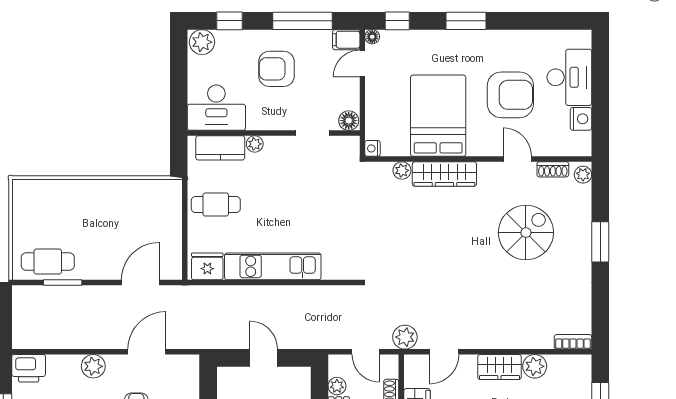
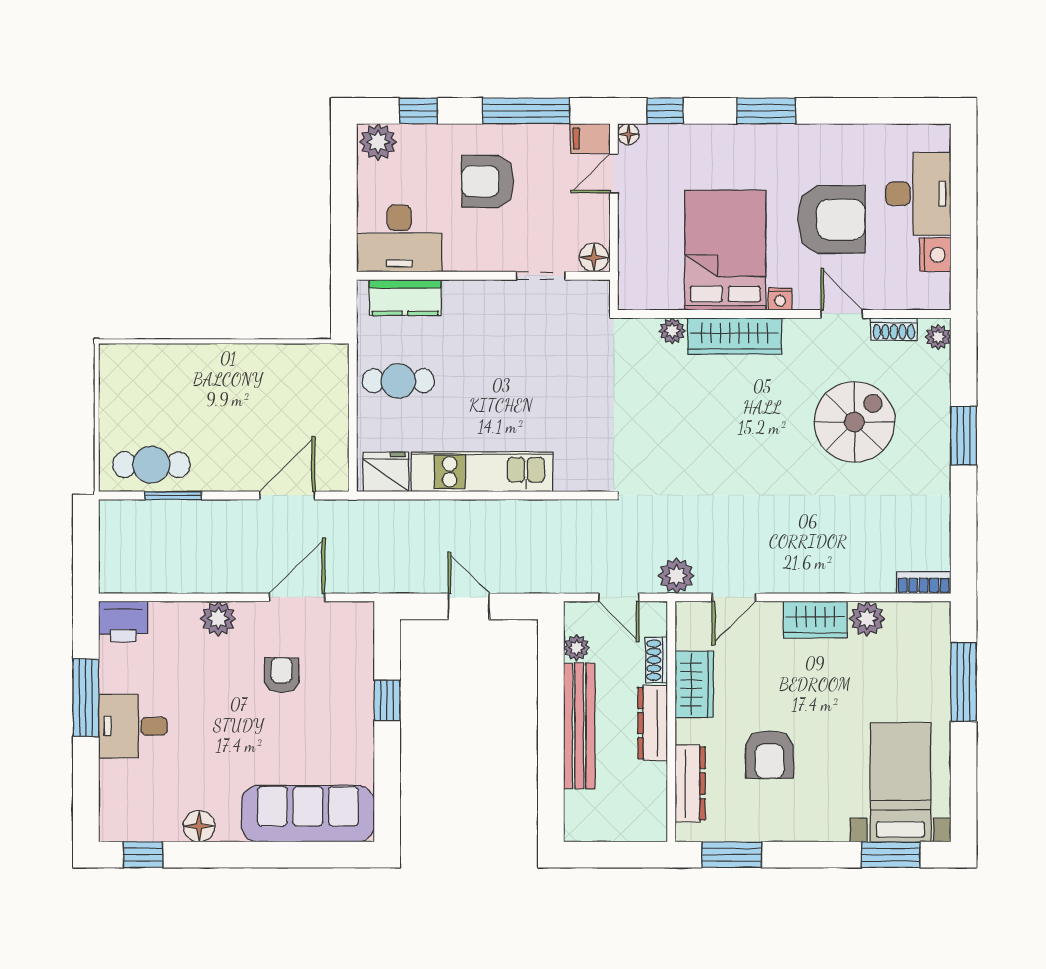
plant: (255, 144) -> (456, 292), removed
nightstand: (373, 148) -> (780, 299), moved, turned -90

